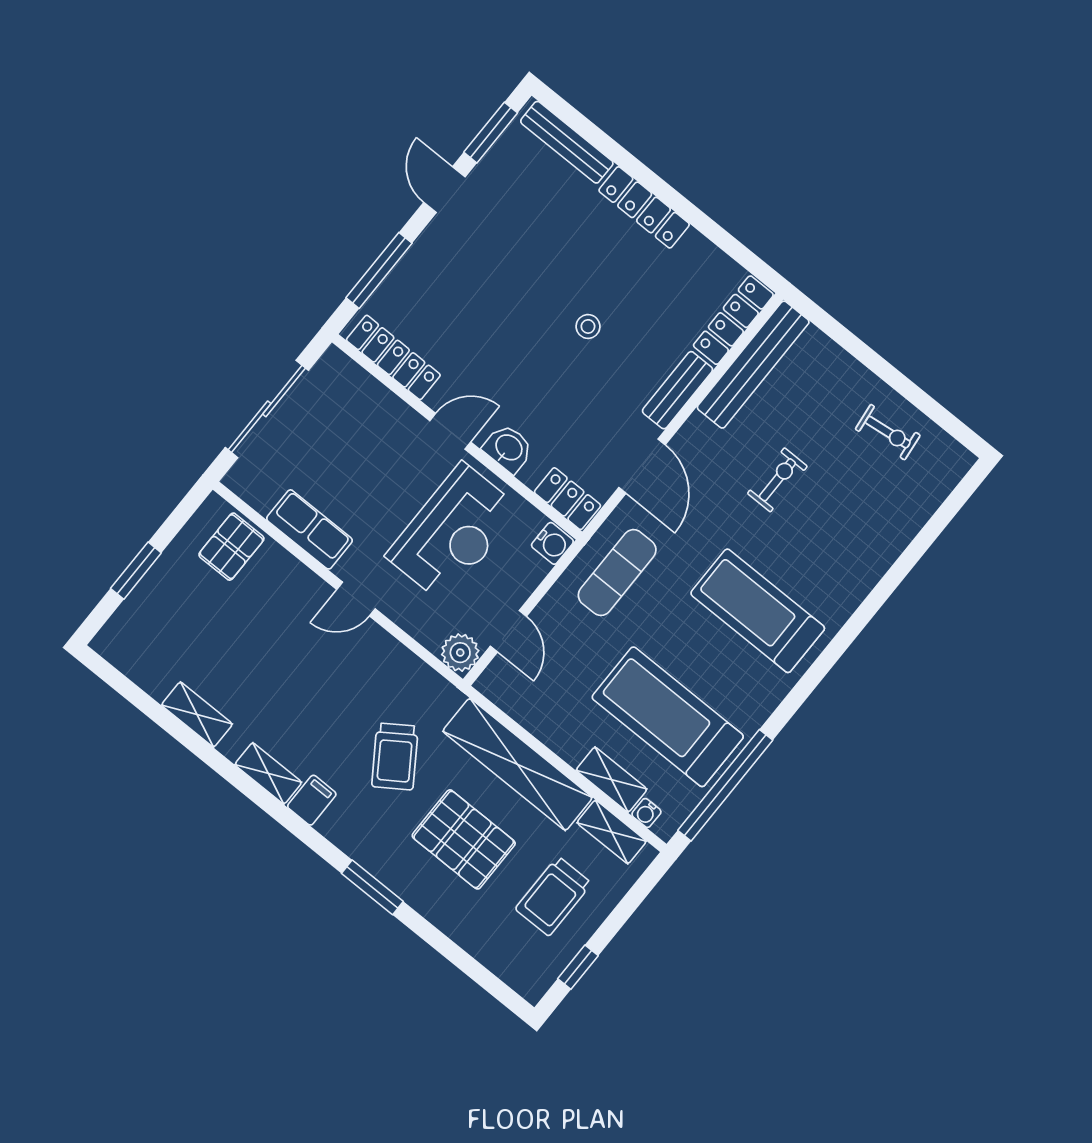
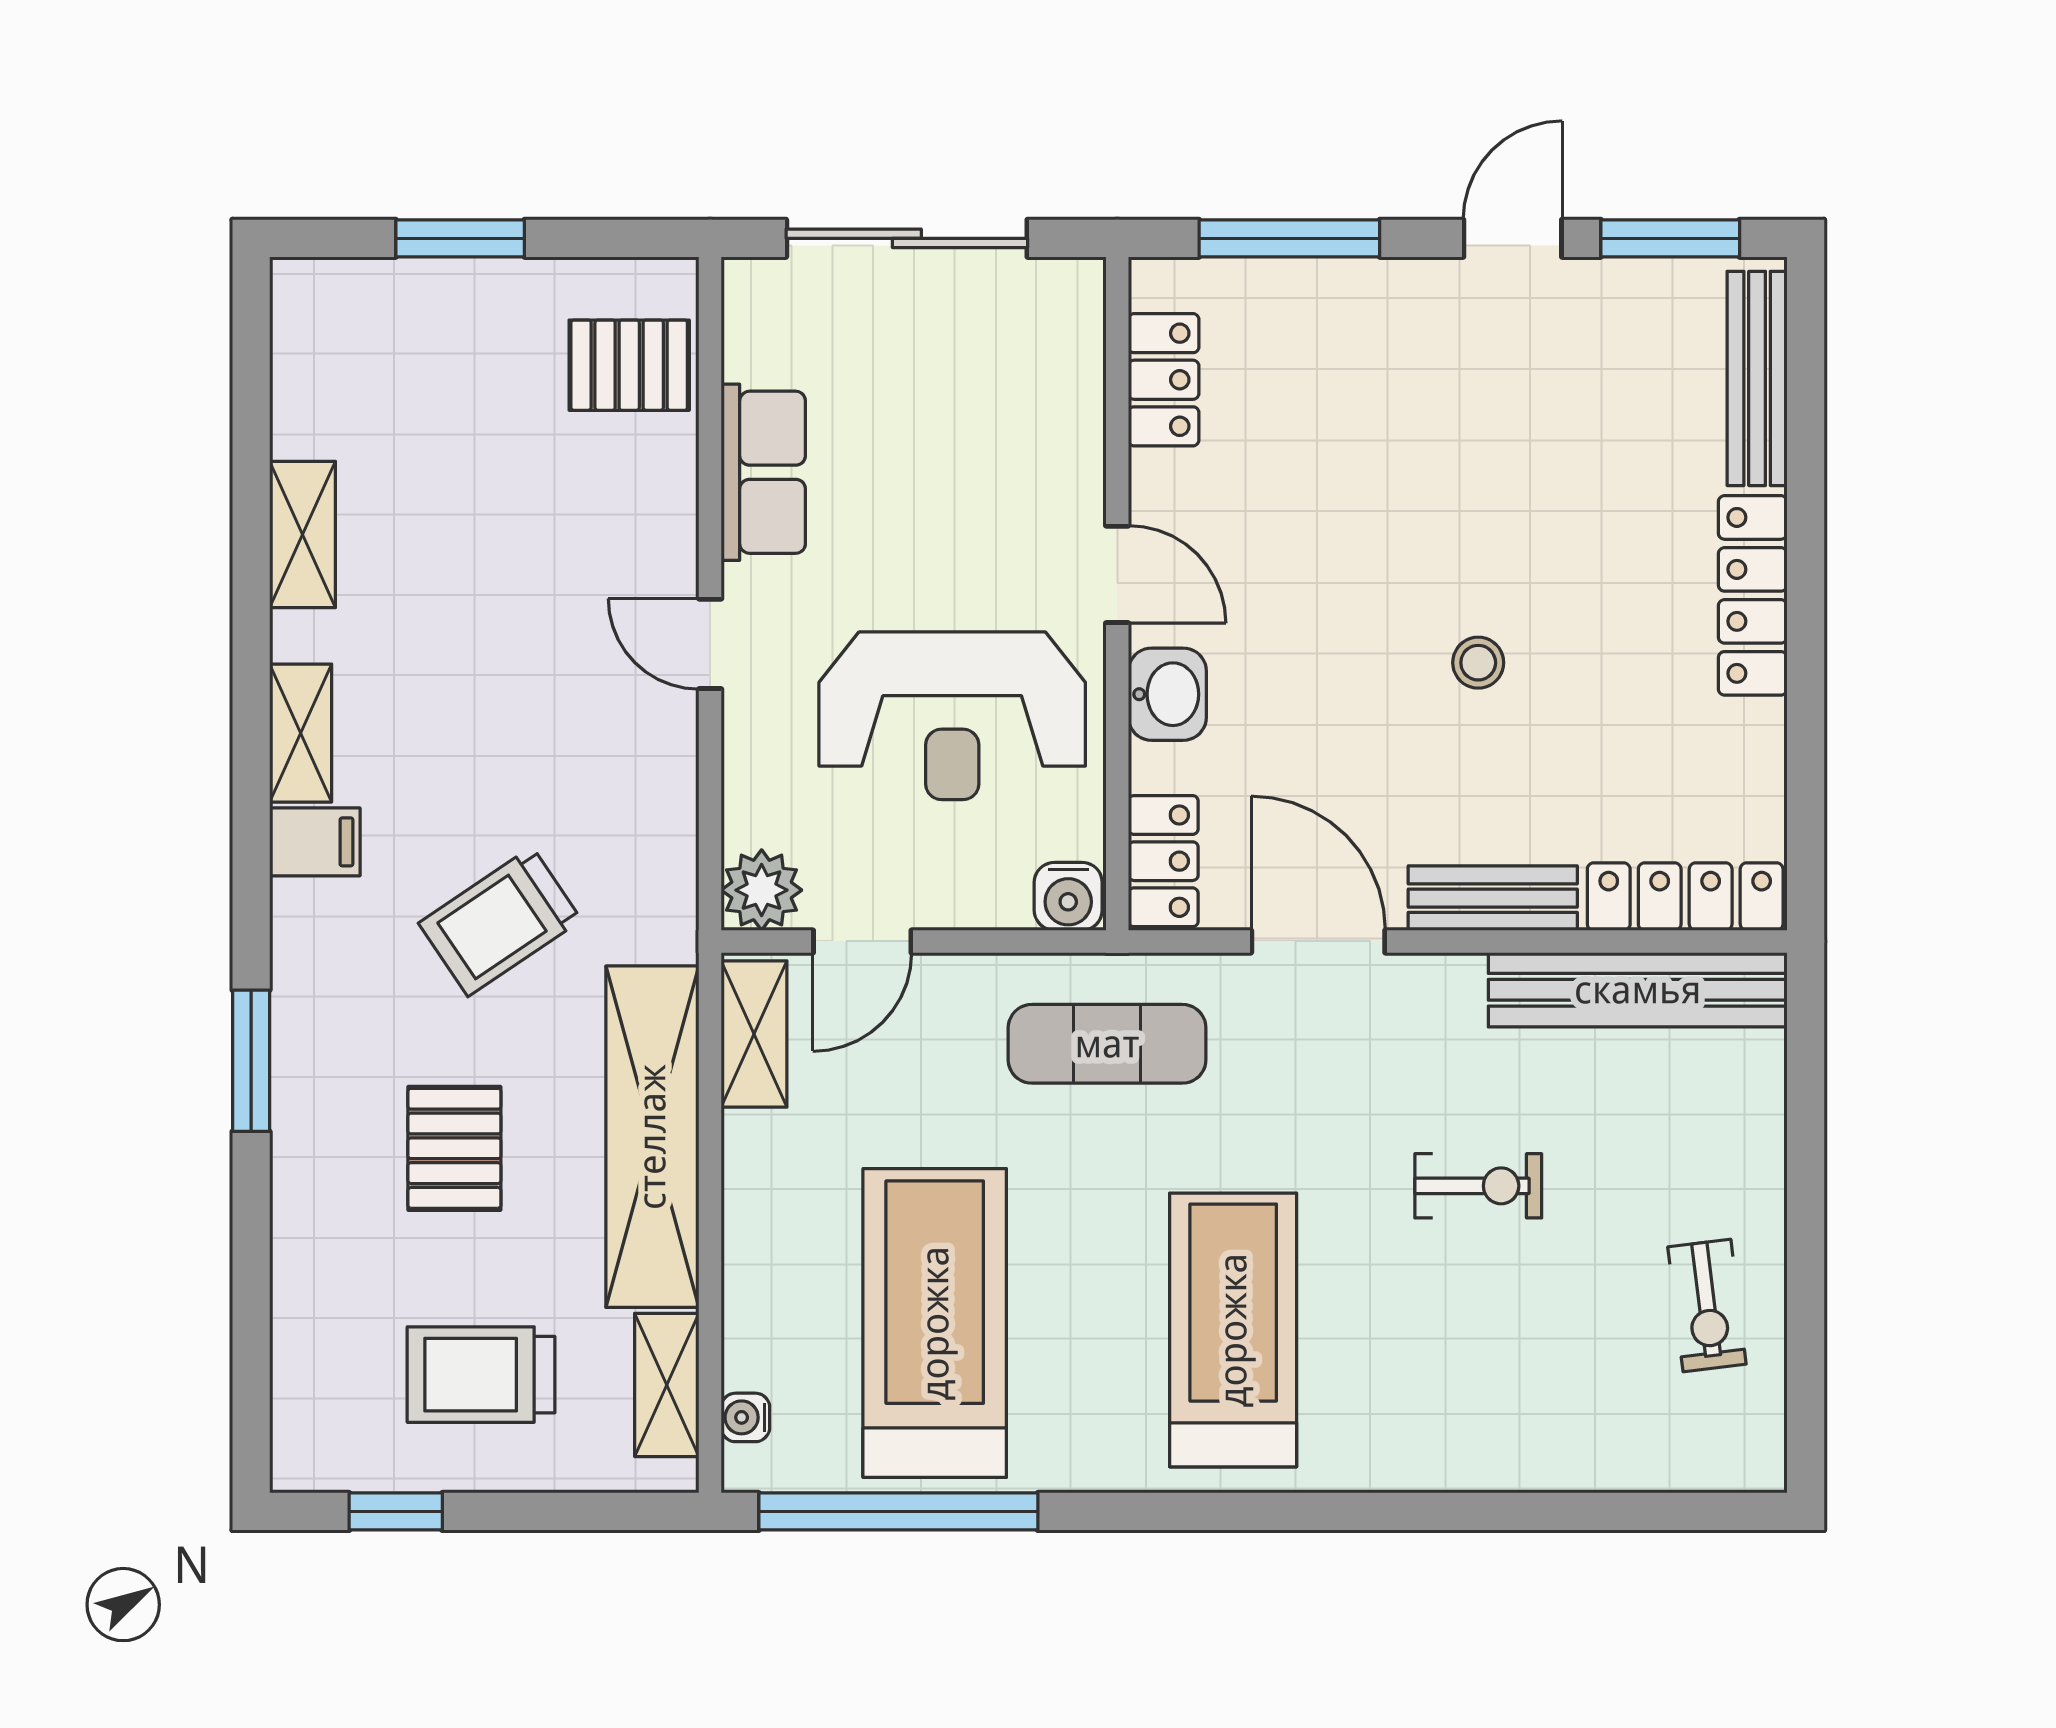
locker: (393, 357) -> (1164, 380), width x0.66
door: (642, 466) -> (1318, 941), swing flipped
shelving: (612, 780) -> (754, 1034), moved
pallet: (464, 839) -> (454, 1148), width x0.67, depth x0.71

